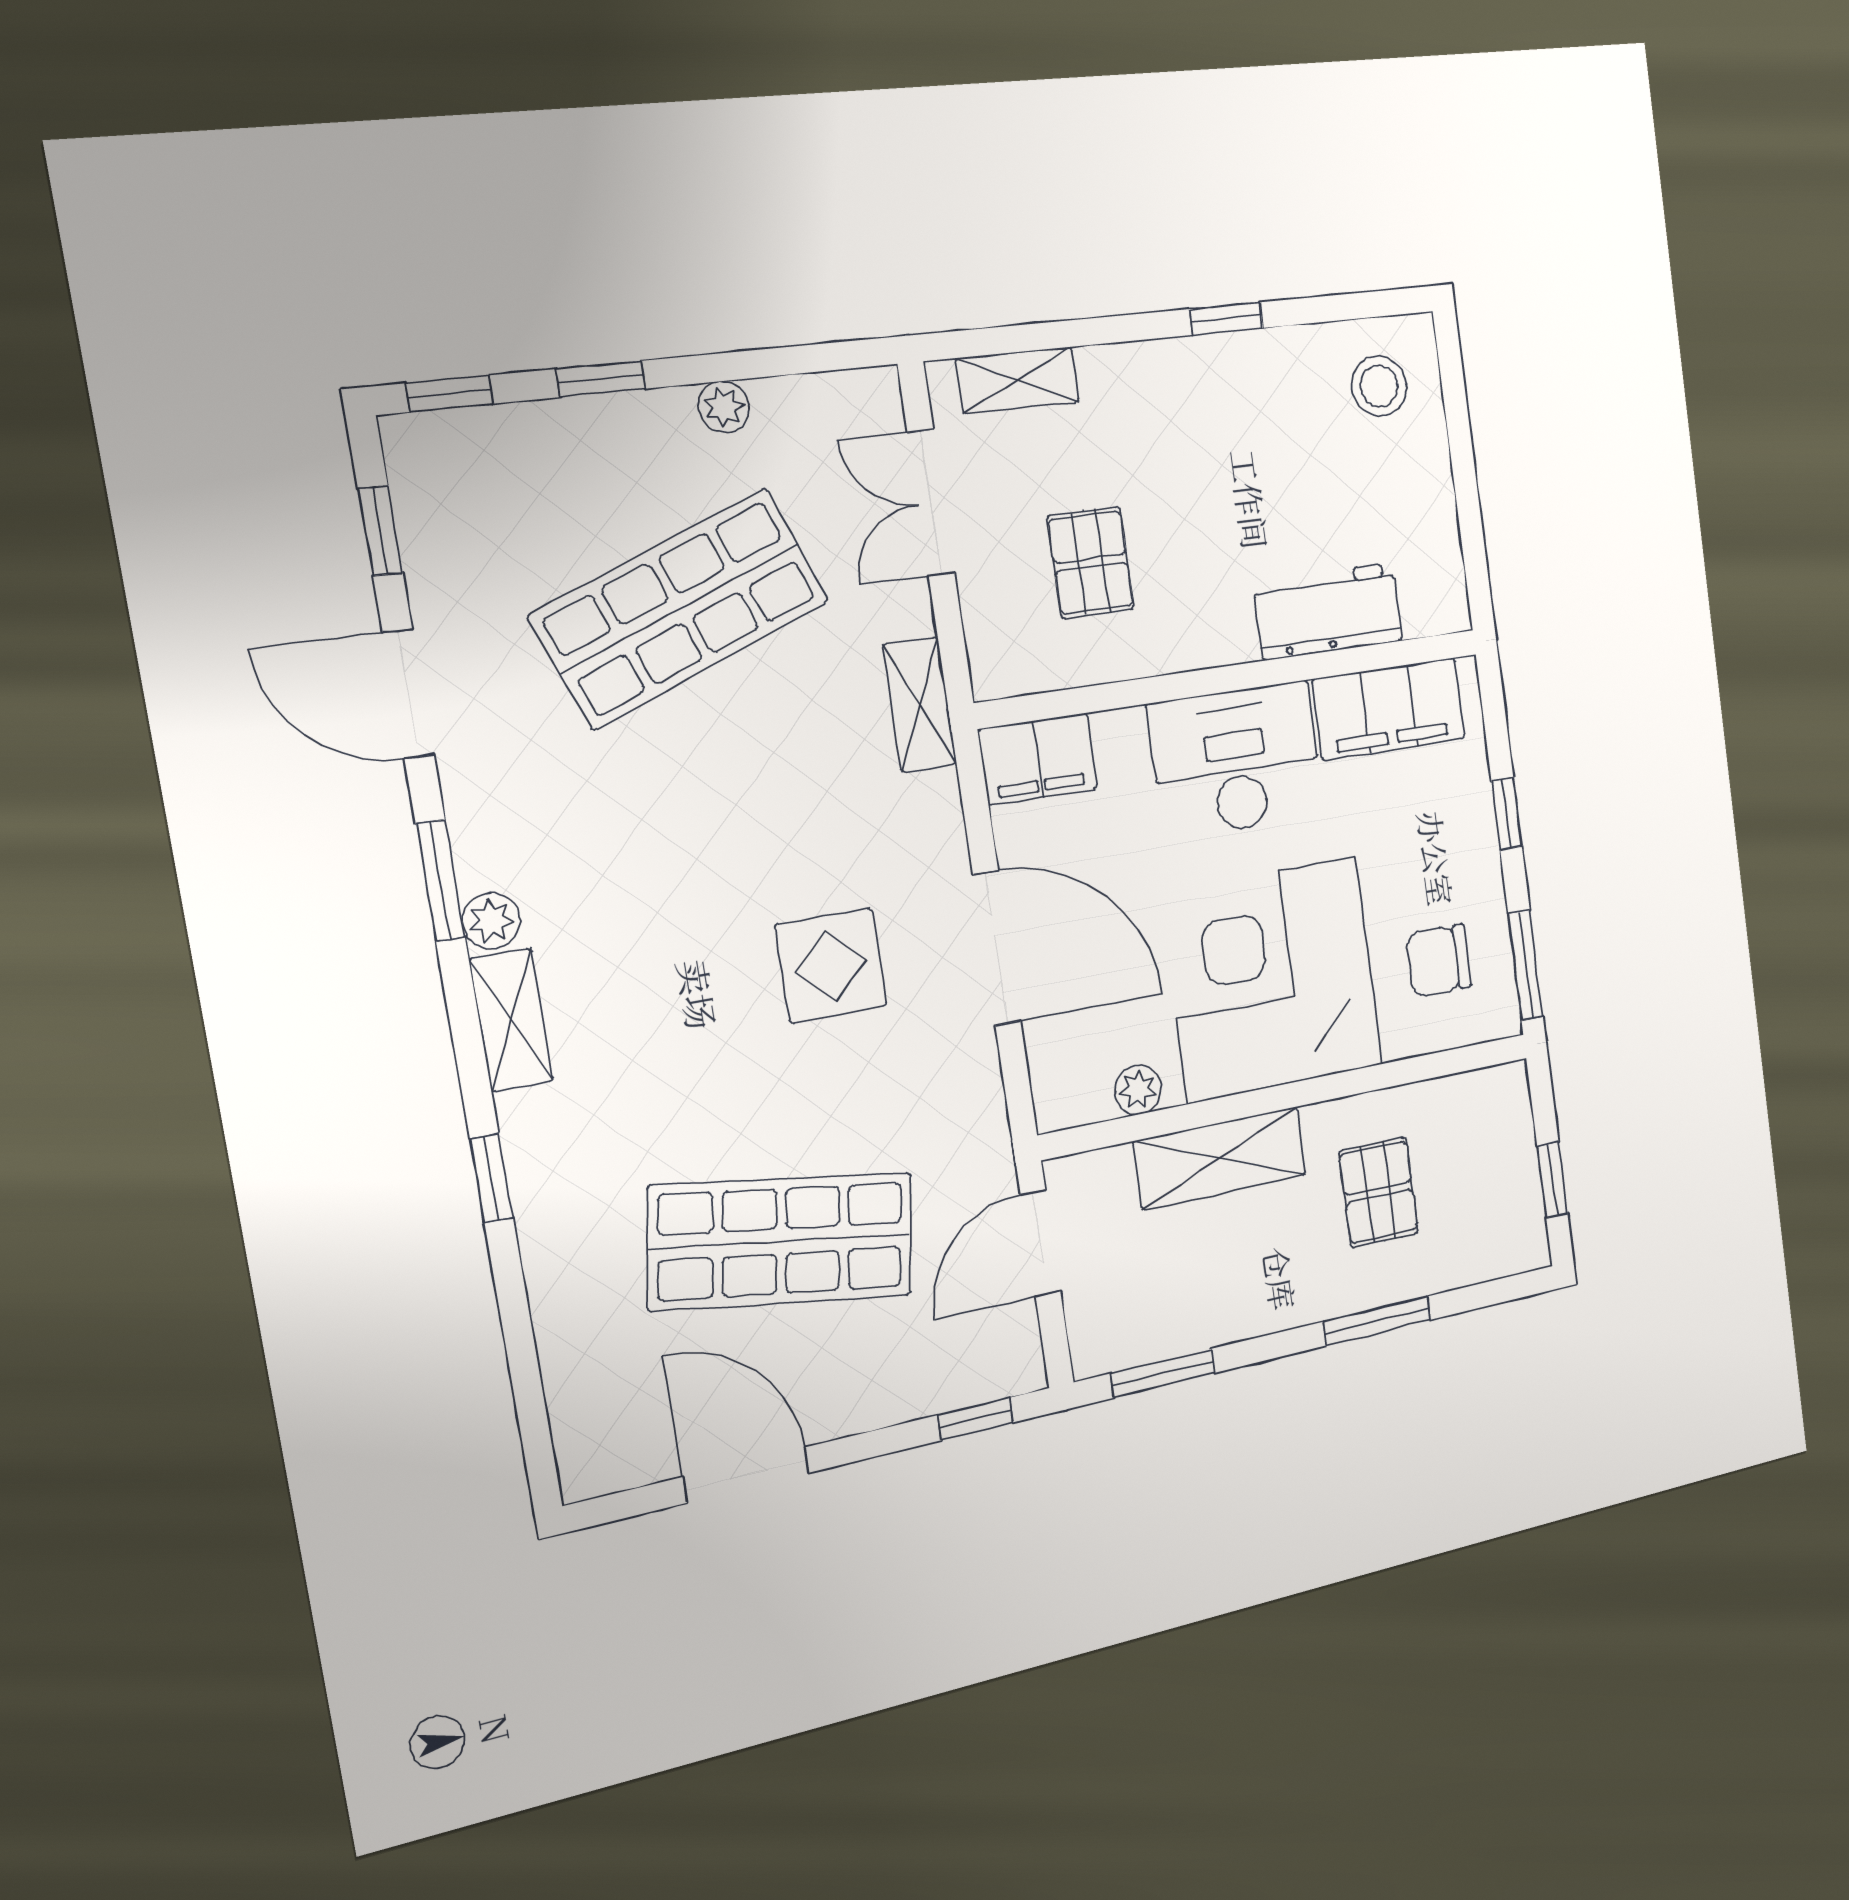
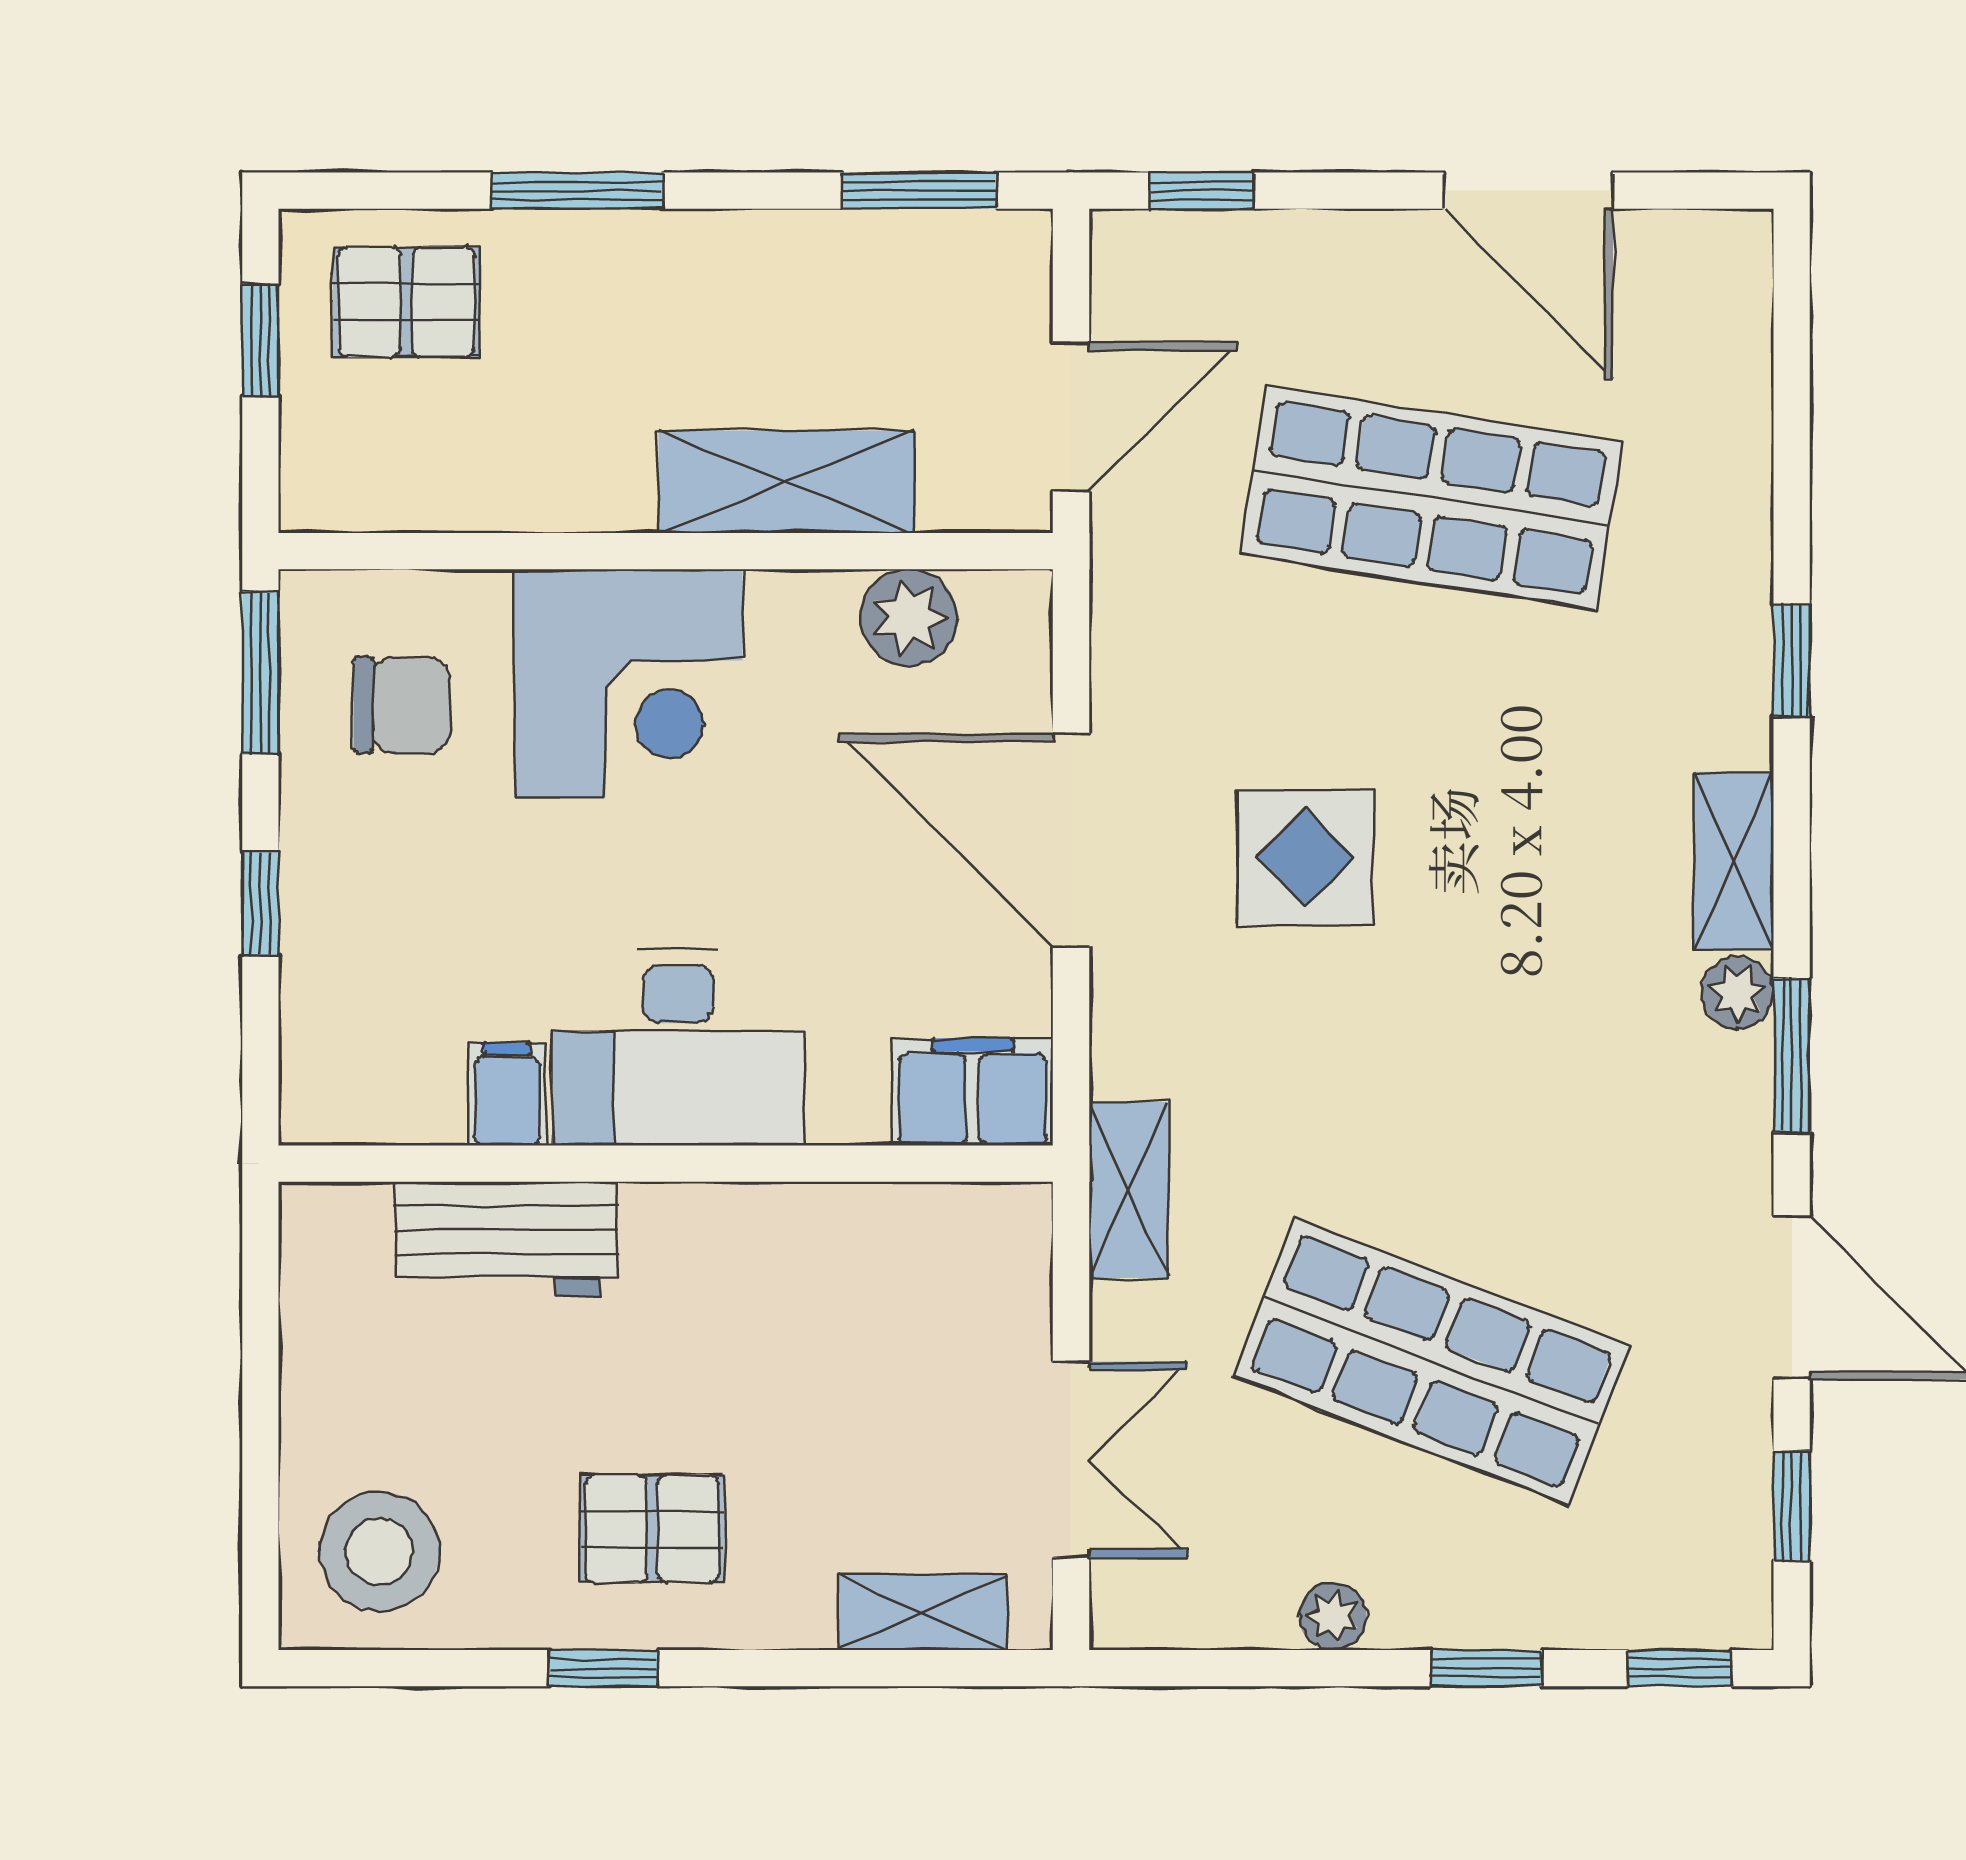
stool: (1379, 386) -> (379, 1551), width x1.38, depth x1.38
pallet: (1091, 563) -> (652, 1529), moved, turned 90
shop shelf: (680, 608) -> (1431, 1361), turned 42
filing cabinet: (1389, 709) -> (507, 1094), width x0.33, depth x0.86
corner desk: (1272, 979) -> (628, 683), width x0.74, depth x0.74
plant: (1138, 1090) -> (909, 617), width x1.38, depth x1.38
pallet: (1379, 1192) -> (406, 302), moved, turned 90

